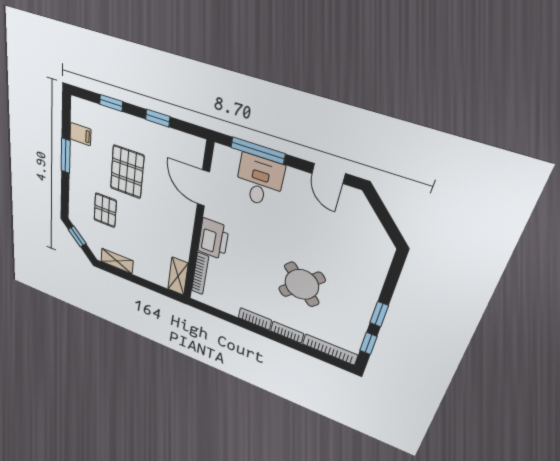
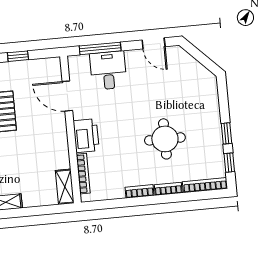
round table: (302, 284) -> (165, 139), turned 45

